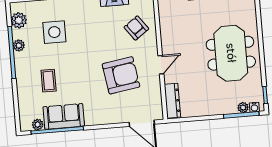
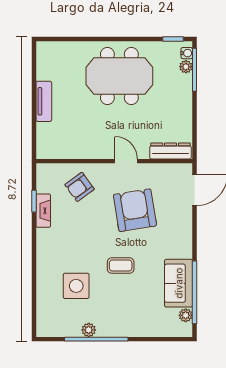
plant: (19, 20) -> (58, 327), removed
coffee table: (49, 81) -> (121, 266), moved

